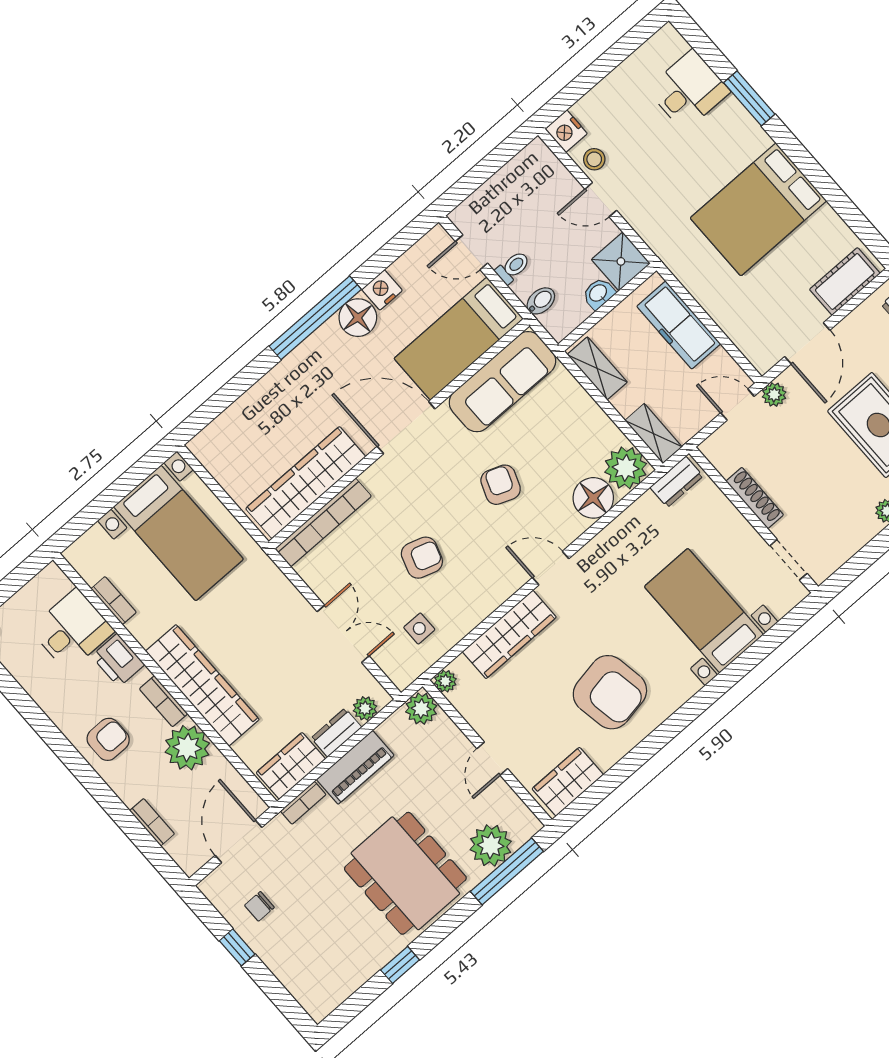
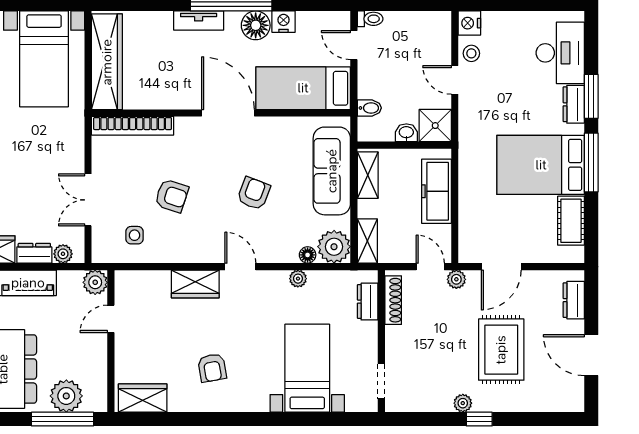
desk: (688, 90) -> (560, 53), width x1.37
dresser: (739, 121) -> (574, 104), added
window: (806, 163) -> (591, 163), added
toilet: (513, 267) -> (370, 19), moved
cot: (845, 281) -> (571, 221), moved, turned 90
tv unit: (297, 362) -> (199, 21), added
sofa: (502, 382) -> (332, 171), moved, turned 90
dresser: (677, 482) -> (368, 302), moved, turned 90
wardrobe: (306, 483) -> (107, 62), moved, turned 90
floor lamp: (593, 498) -> (308, 255), width x0.53, depth x0.53
shoe rack: (755, 498) -> (393, 300), moved
double door: (343, 634) -> (88, 200), swing flipped
wardrobe: (509, 634) -> (195, 284), width x0.67
plant: (445, 681) -> (298, 279), moved
armchair: (610, 692) -> (212, 368), width x0.53, depth x0.53
door: (492, 759) -> (111, 319), moved

